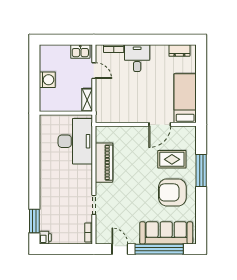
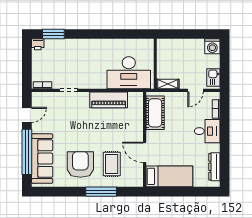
dresser: (179, 51) -> (214, 167), width x1.44
washing machine: (47, 80) -> (212, 46), moved
cot: (118, 113) -> (155, 113), added

